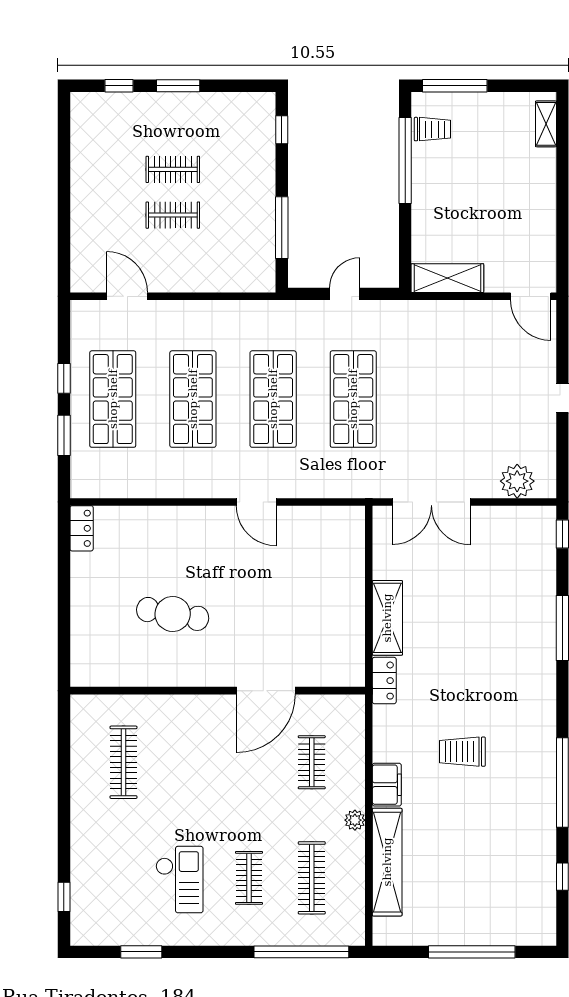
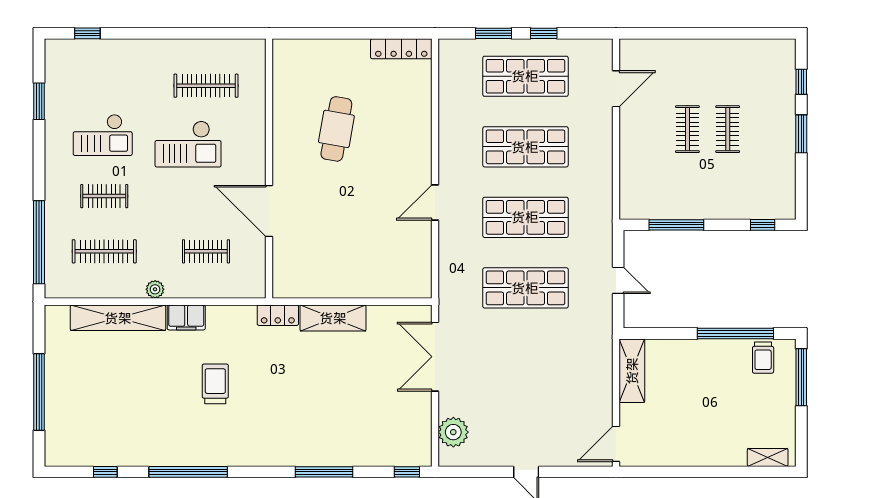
locker: (82, 528) -> (401, 49), width x1.53
checkout: (190, 783) -> (188, 144), added

